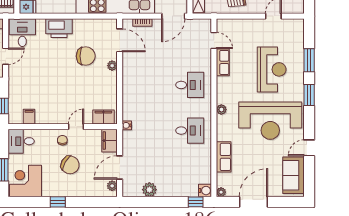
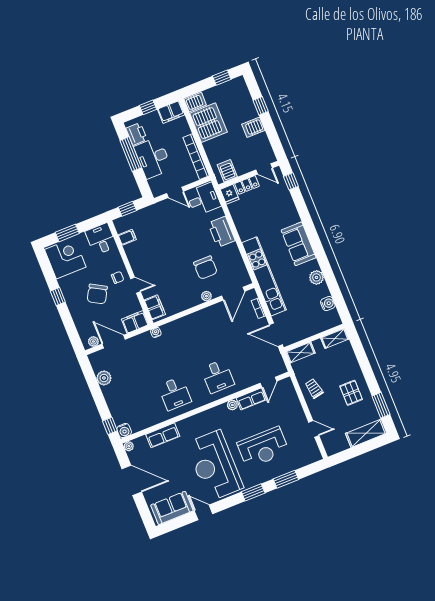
plant: (221, 110) -> (232, 405), moved

